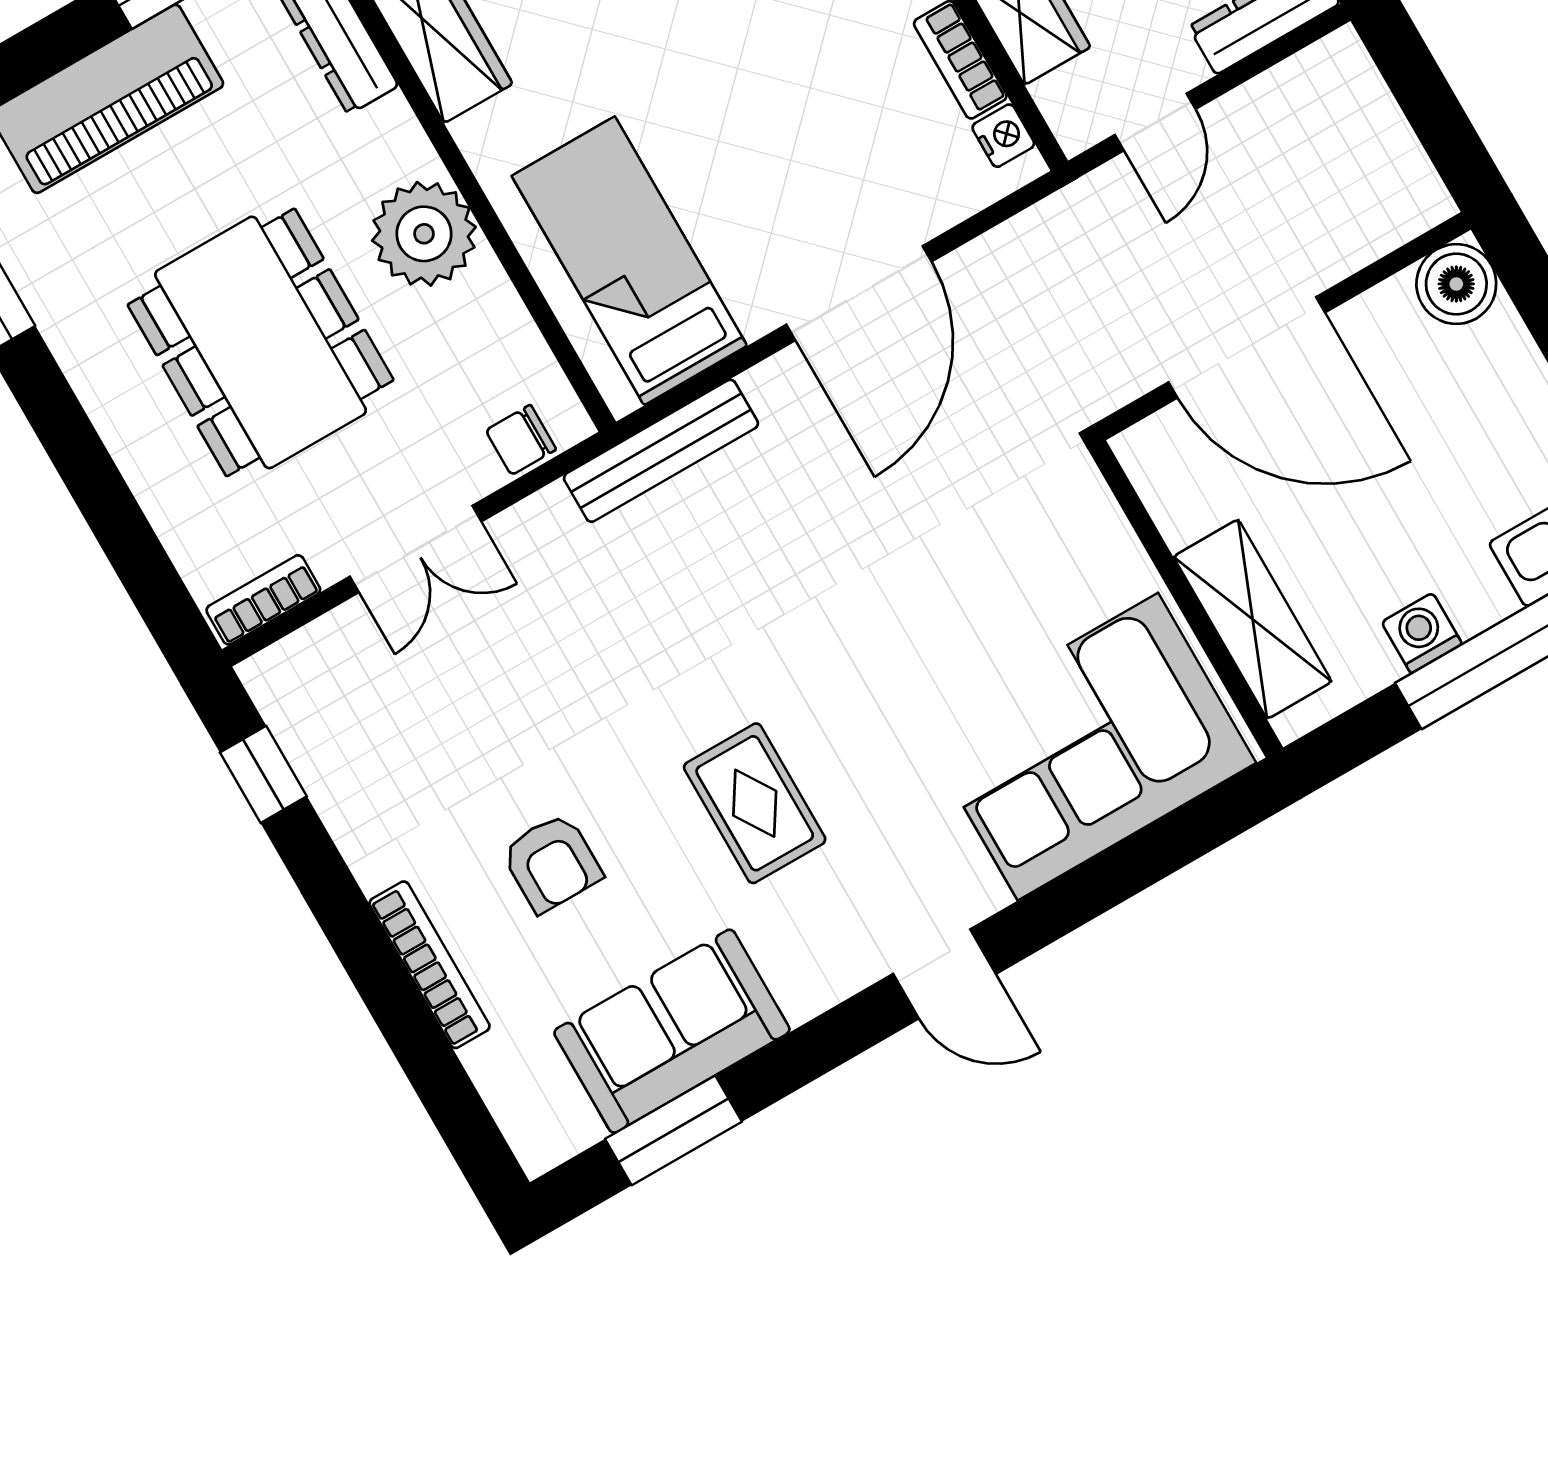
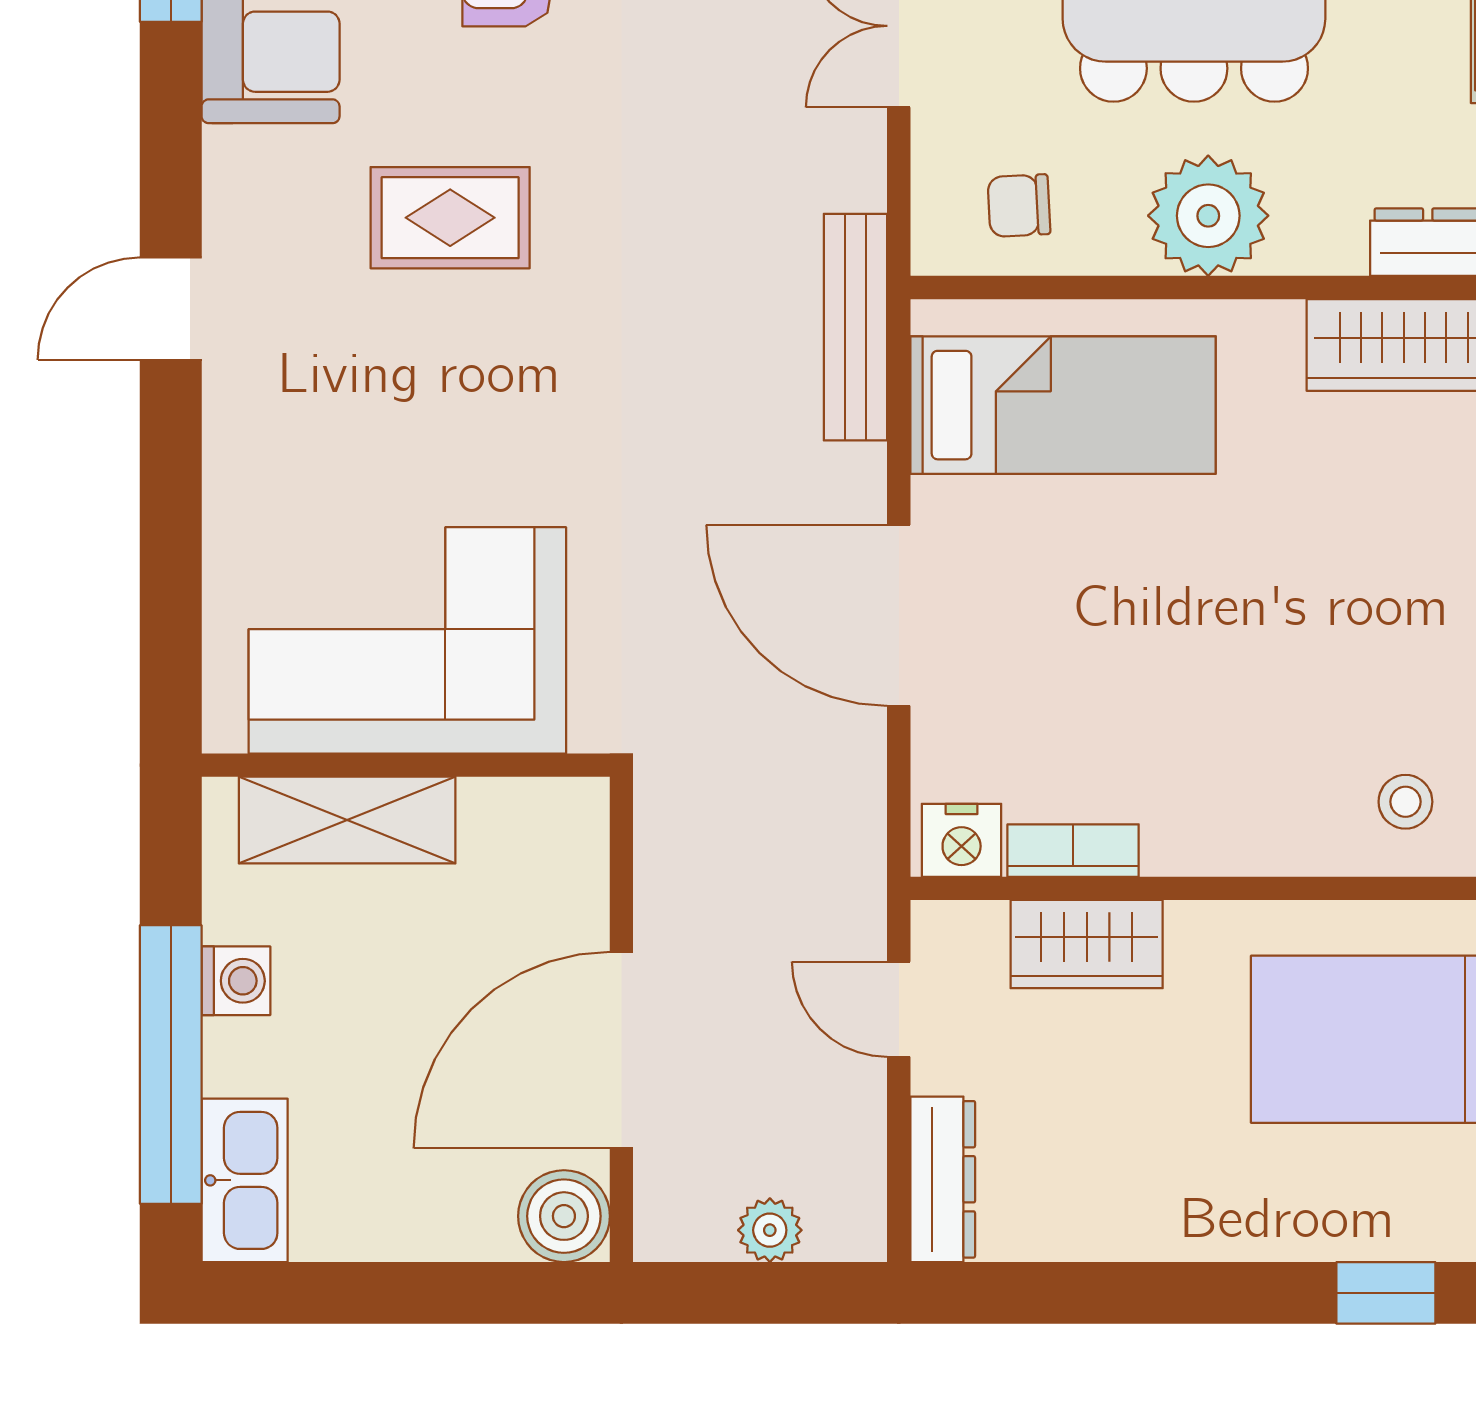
plant: (1377, 123) -> (770, 1230), added
nightstand: (1003, 136) -> (962, 840), width x1.39, depth x1.35
door: (1247, 347) -> (621, 1050), moved
chair: (521, 440) -> (1019, 206), moved, turned -93
corner sofa: (1088, 747) -> (407, 640), moved, turned -90

